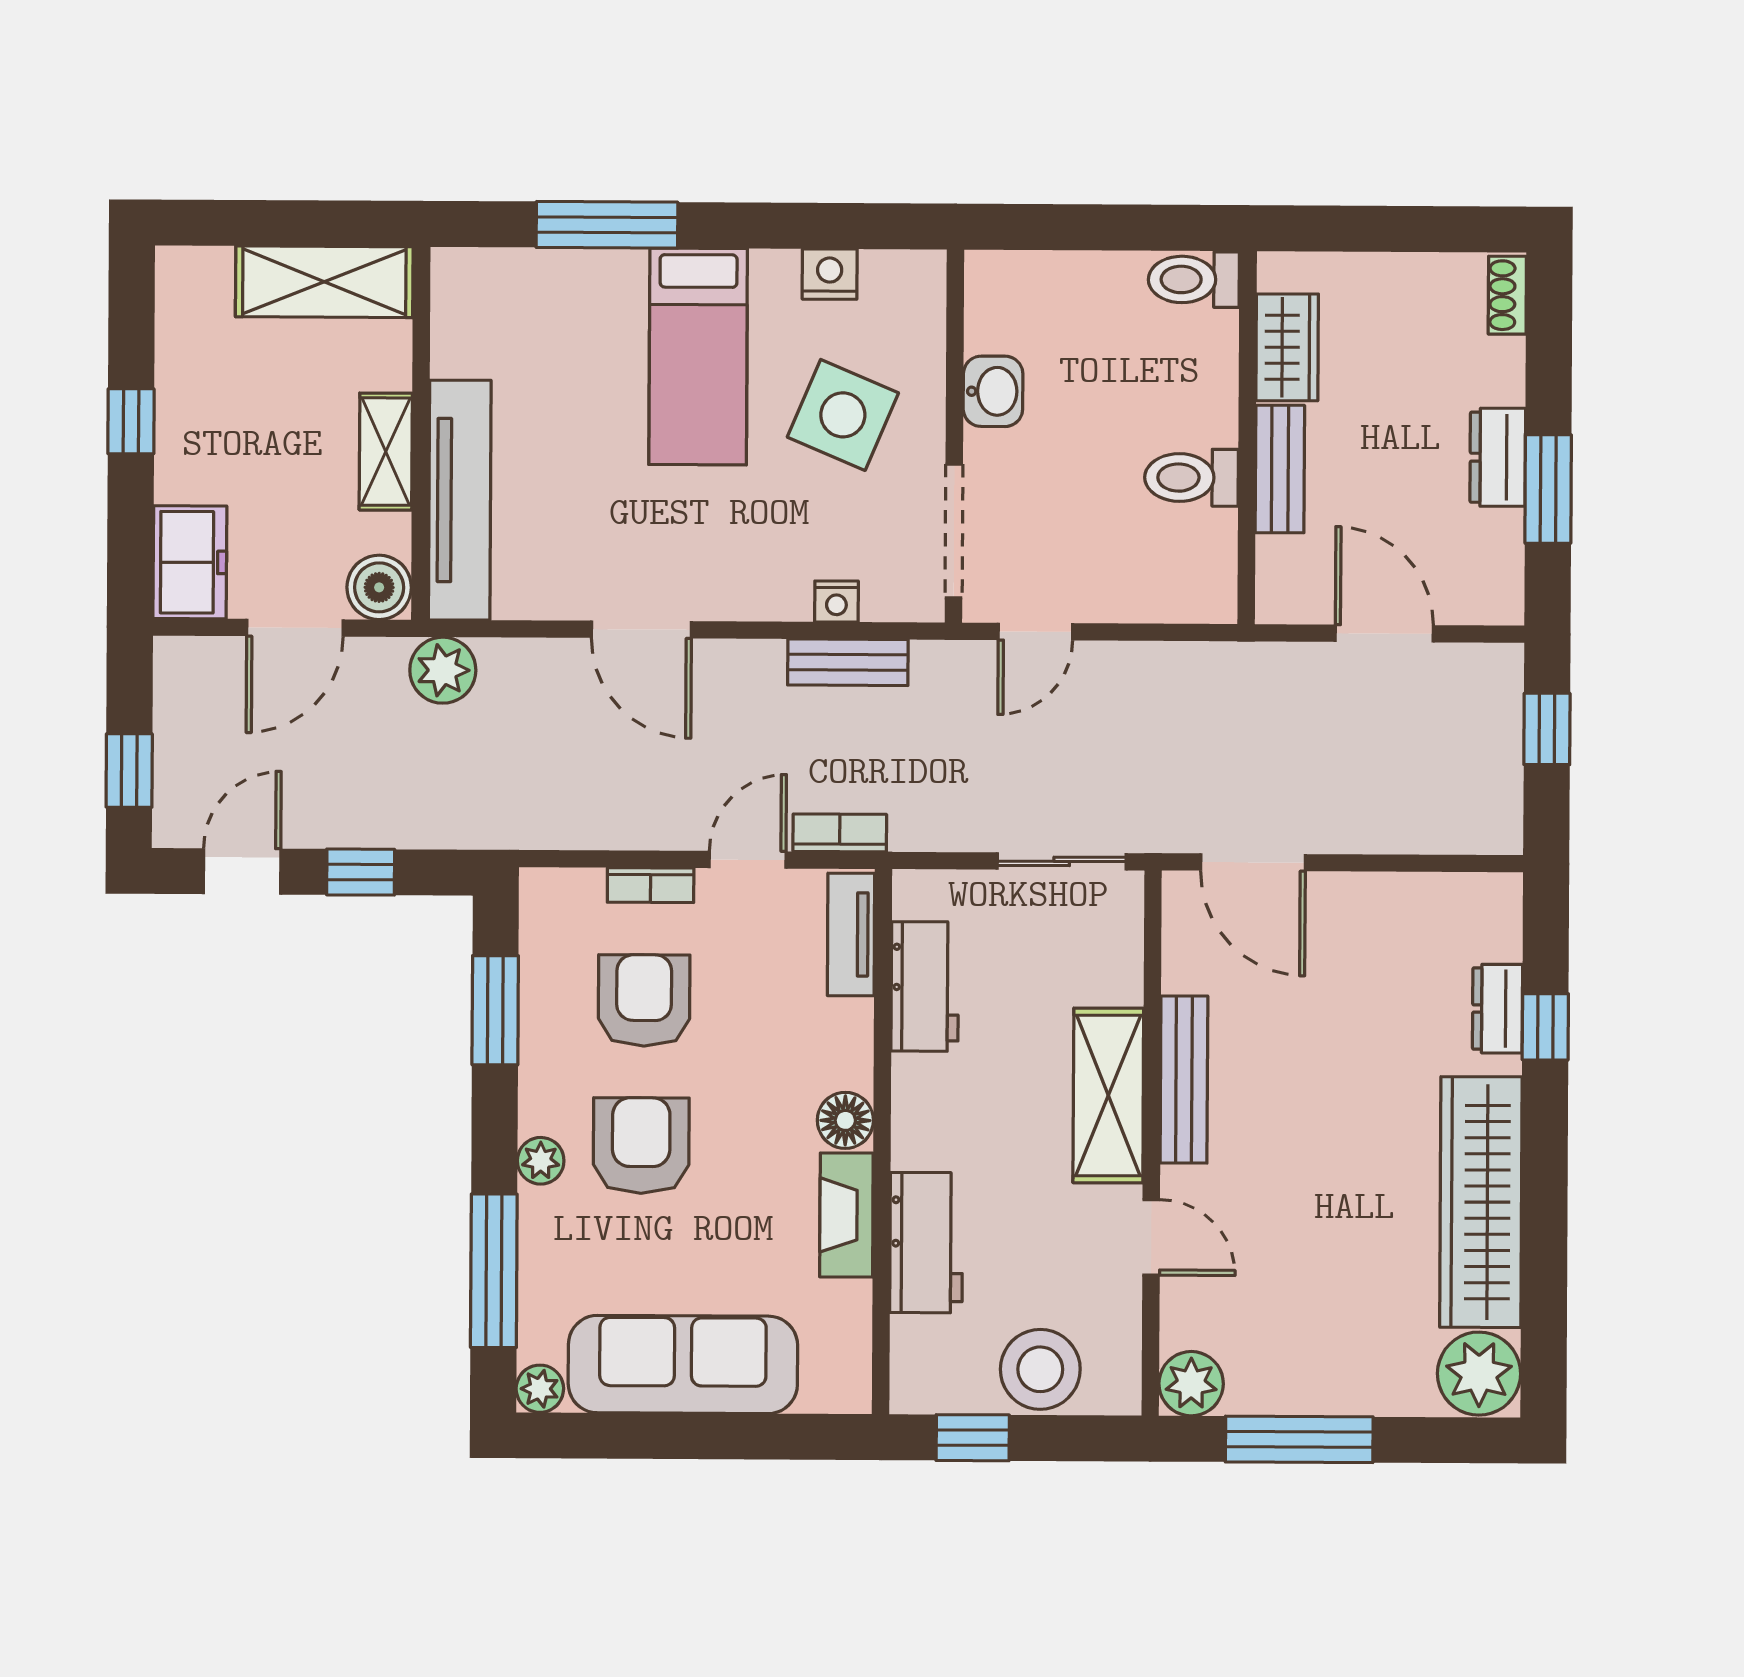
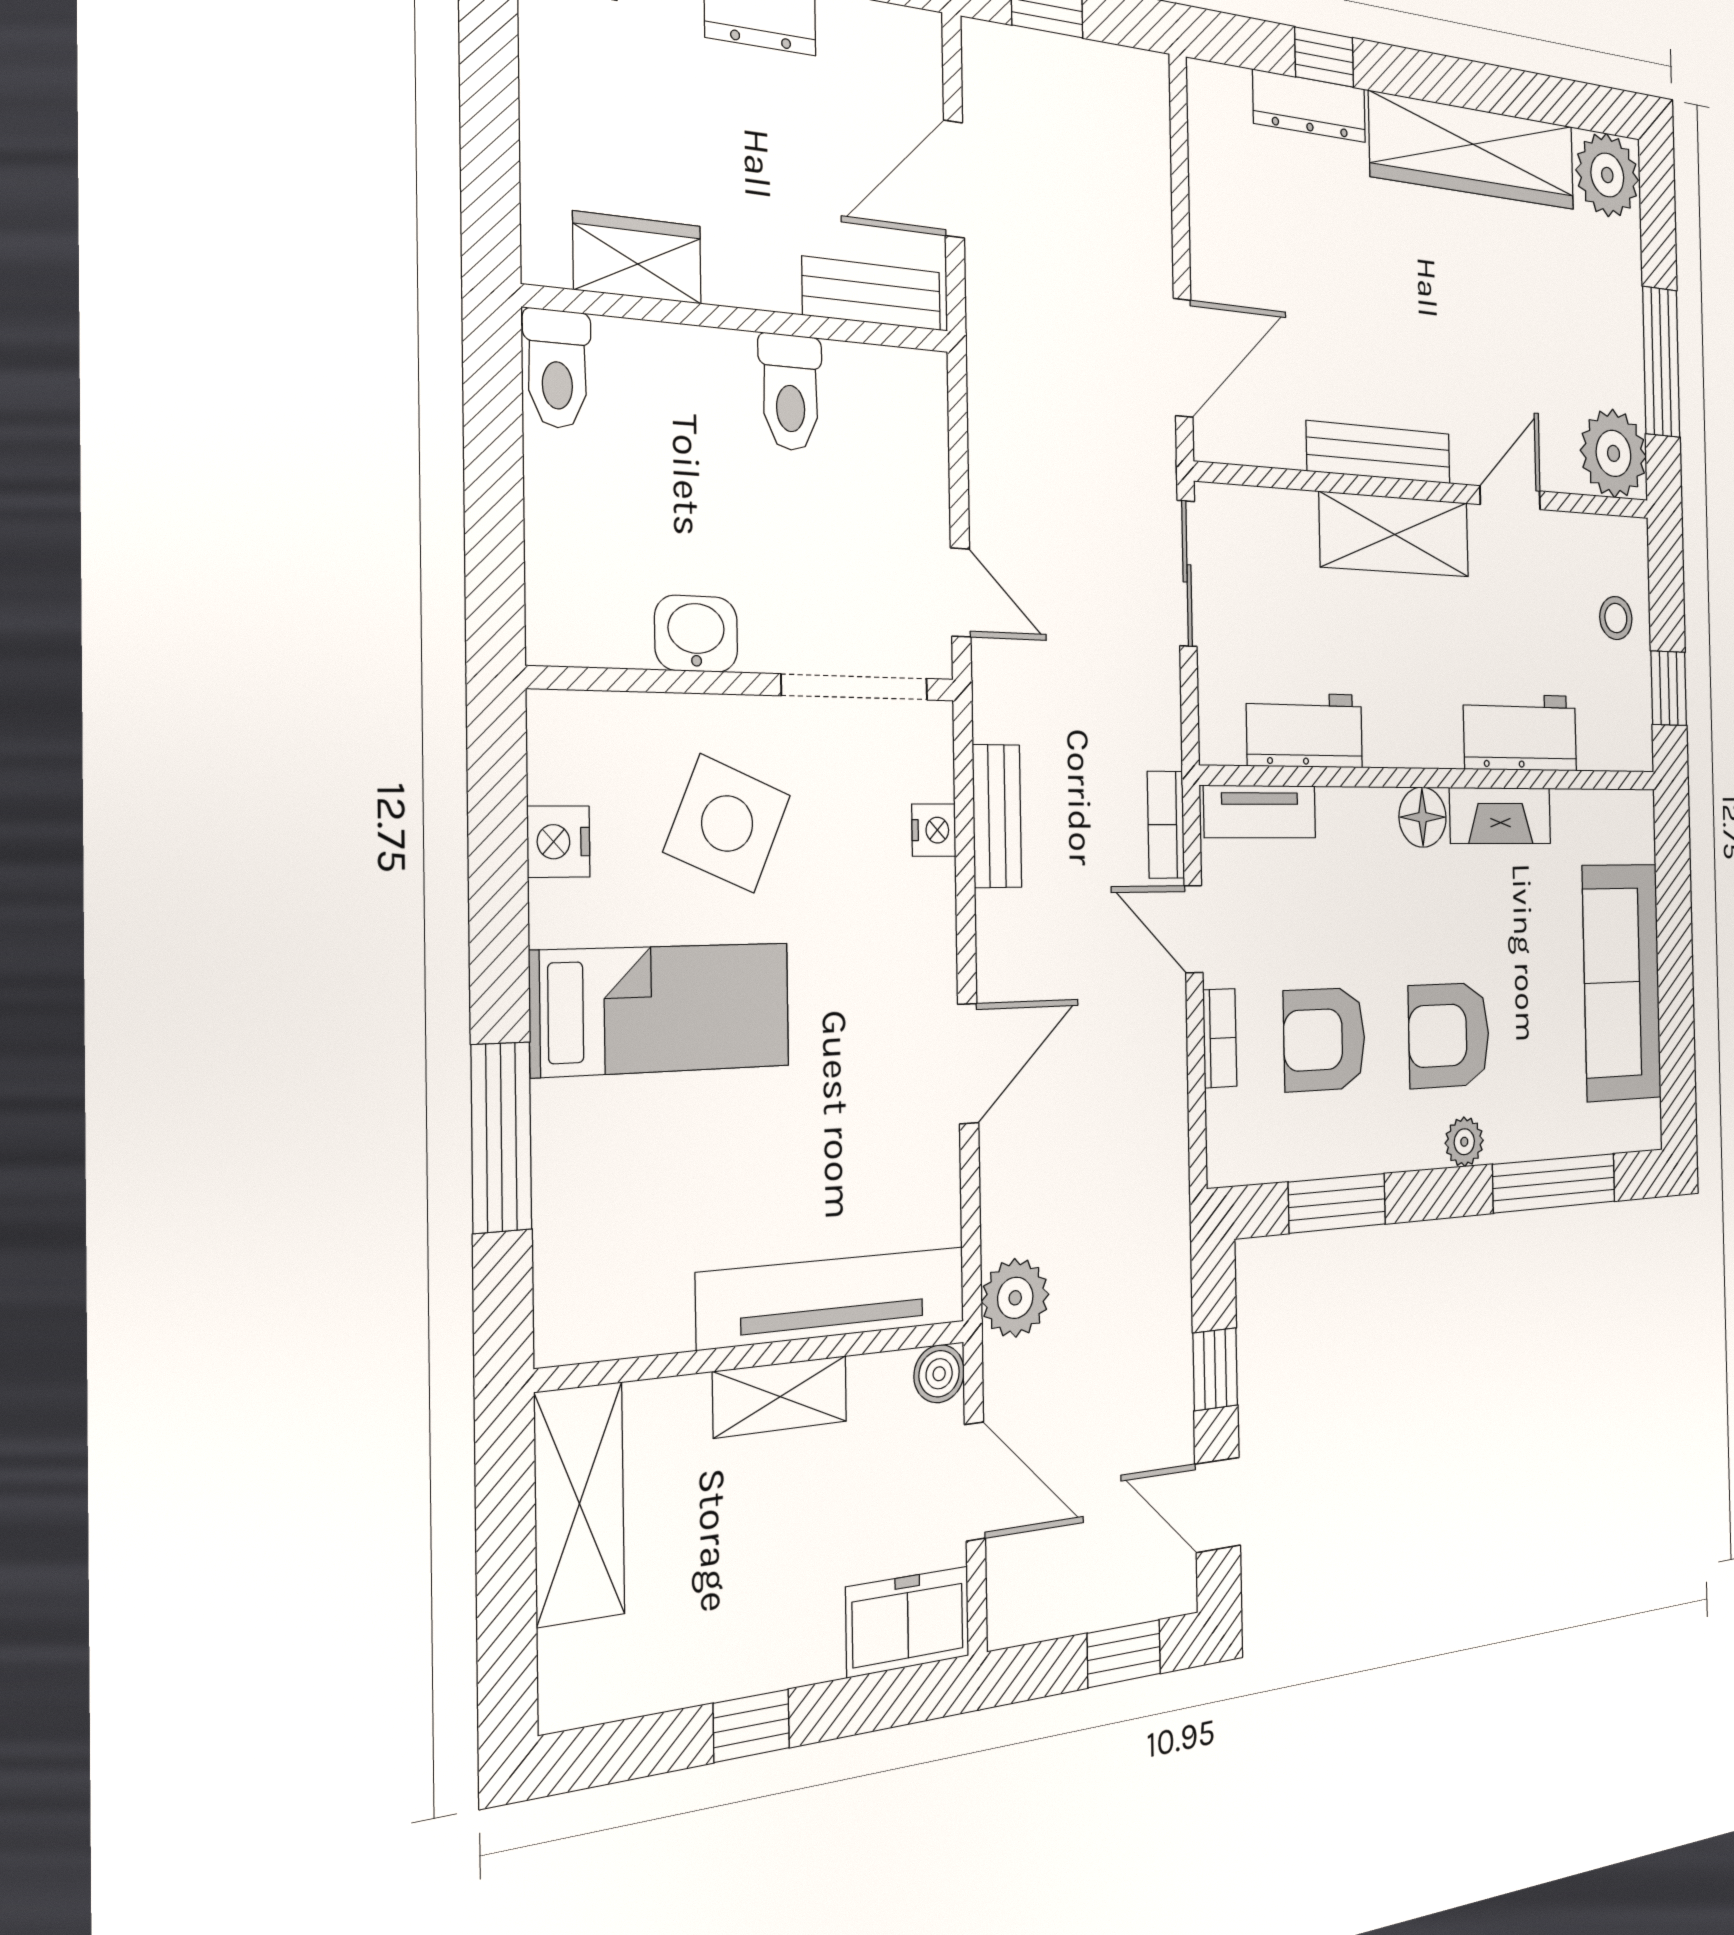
bench: (1280, 469) -> (872, 294), moved
boiler: (379, 587) -> (939, 1374), width x0.73, depth x0.73
dresser: (1498, 1009) -> (1310, 106), width x1.44
stool: (1040, 1369) -> (1616, 618), width x0.53, depth x0.53
plant: (1191, 1384) -> (1614, 453), width x1.36, depth x1.36
plant: (540, 1389) -> (1644, 1127), removed

